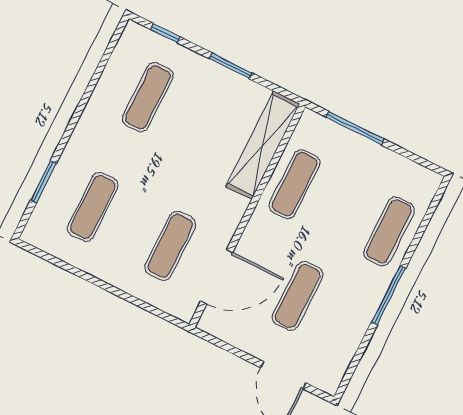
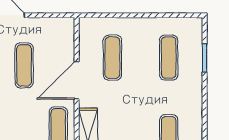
door: (217, 277) -> (77, 80), moved

